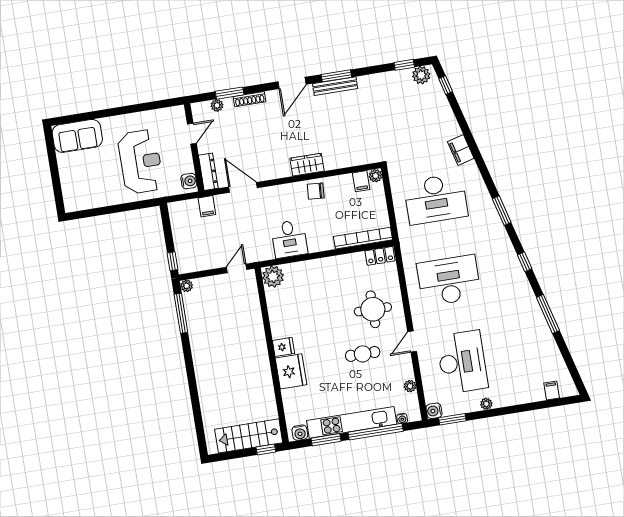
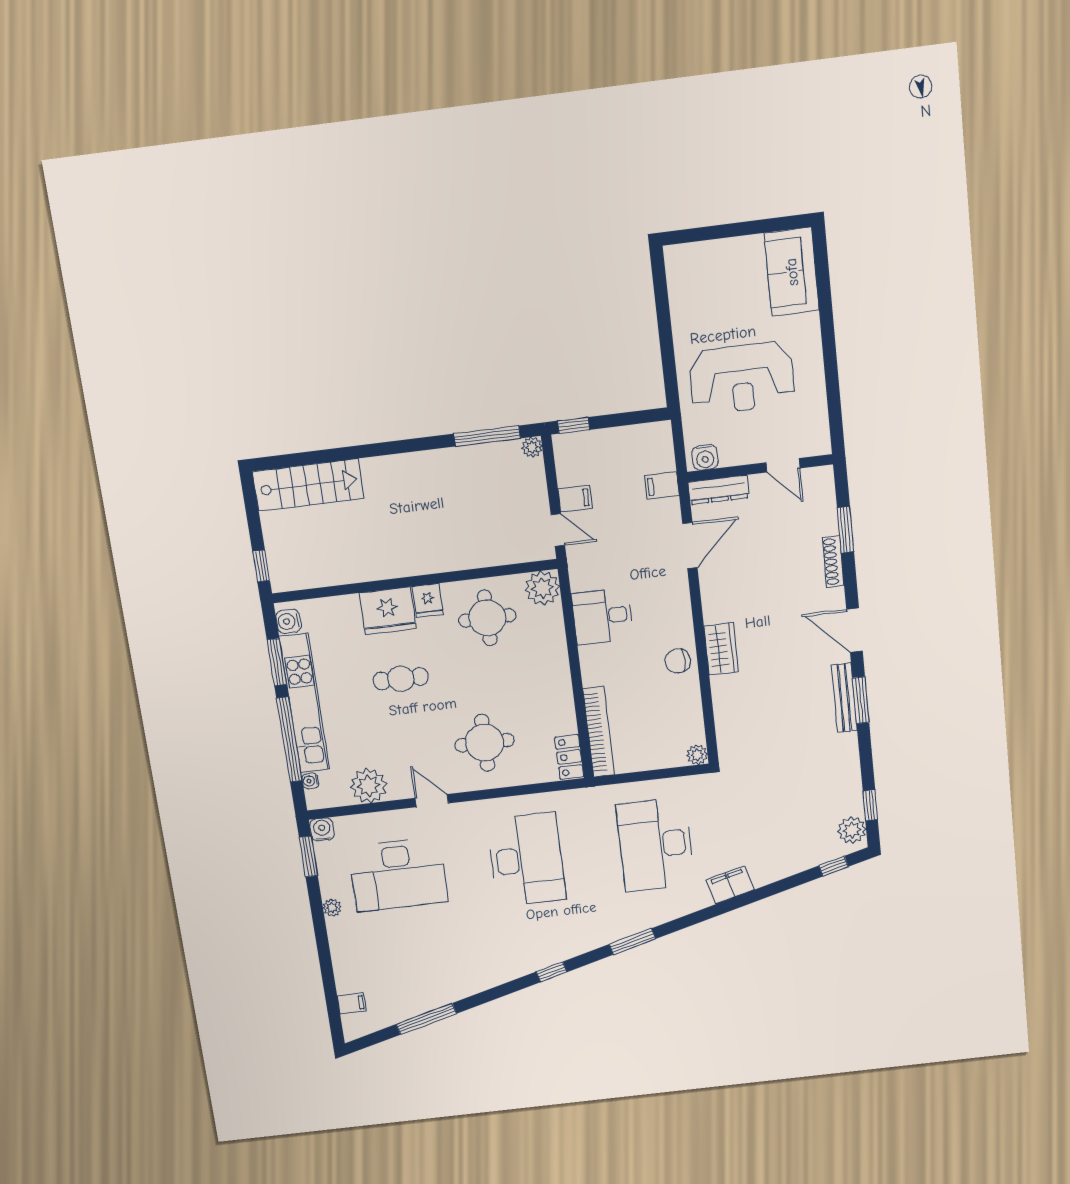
plant: (217, 105) -> (827, 508), removed
filing cabinet: (361, 181) -> (575, 499), moved, turned 180
chair: (316, 191) -> (678, 661), turned -94
round table: (293, 310) -> (487, 618), added
window: (548, 314) -> (426, 1019), moved
cafe table: (363, 354) -> (401, 679), moved, turned 90
plant: (410, 386) -> (369, 786), width x1.88, depth x1.88
stairs: (249, 436) -> (308, 485), moved, turned 90

